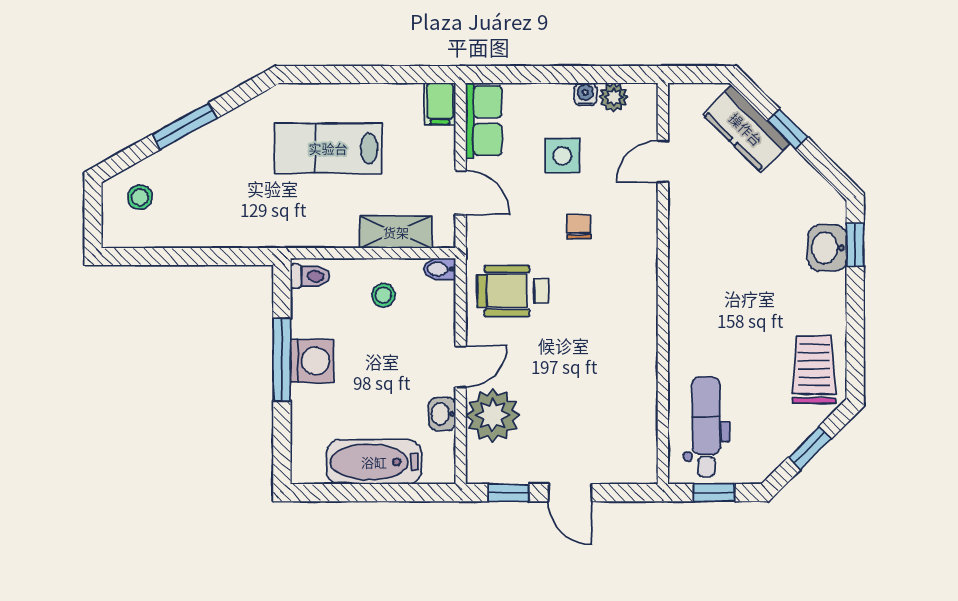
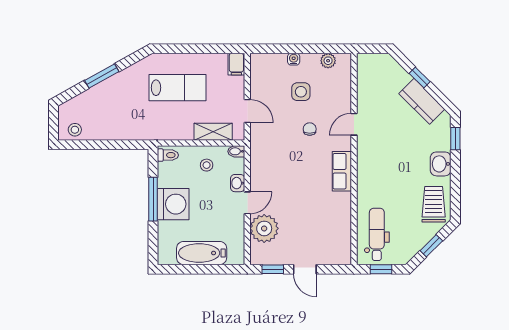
water cooler: (585, 94) -> (294, 59), moved
row of seats: (484, 121) -> (342, 171), moved, turned 180
kitchen counter: (746, 129) -> (422, 101), moved
lab bench: (328, 148) -> (178, 88), turned 180
door: (663, 161) -> (354, 124), moved
stool: (140, 197) -> (75, 130), moved
washbasin: (827, 248) -> (441, 164), moved
wheelchair: (513, 291) -> (275, 163), removed
washing machine: (312, 361) -> (173, 204), width x1.37, depth x1.37
washbasin: (442, 414) -> (238, 183), moved

